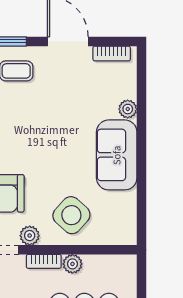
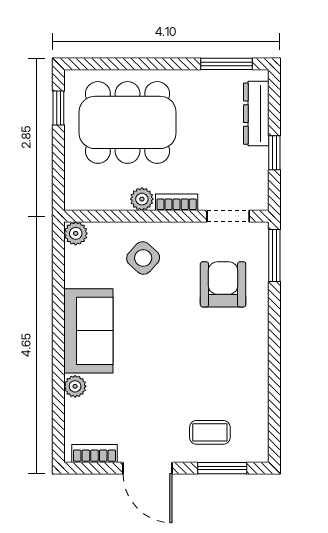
side table: (71, 215) -> (143, 258), width x0.73, depth x0.73
plant: (30, 236) -> (76, 233), moved

